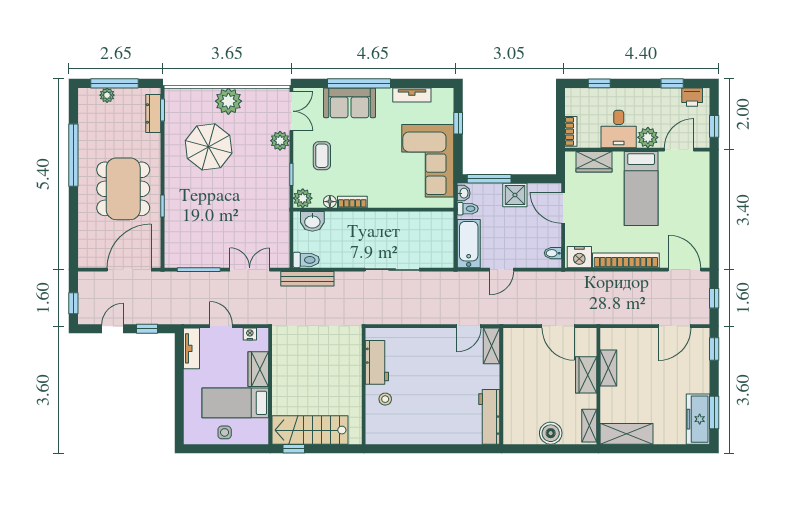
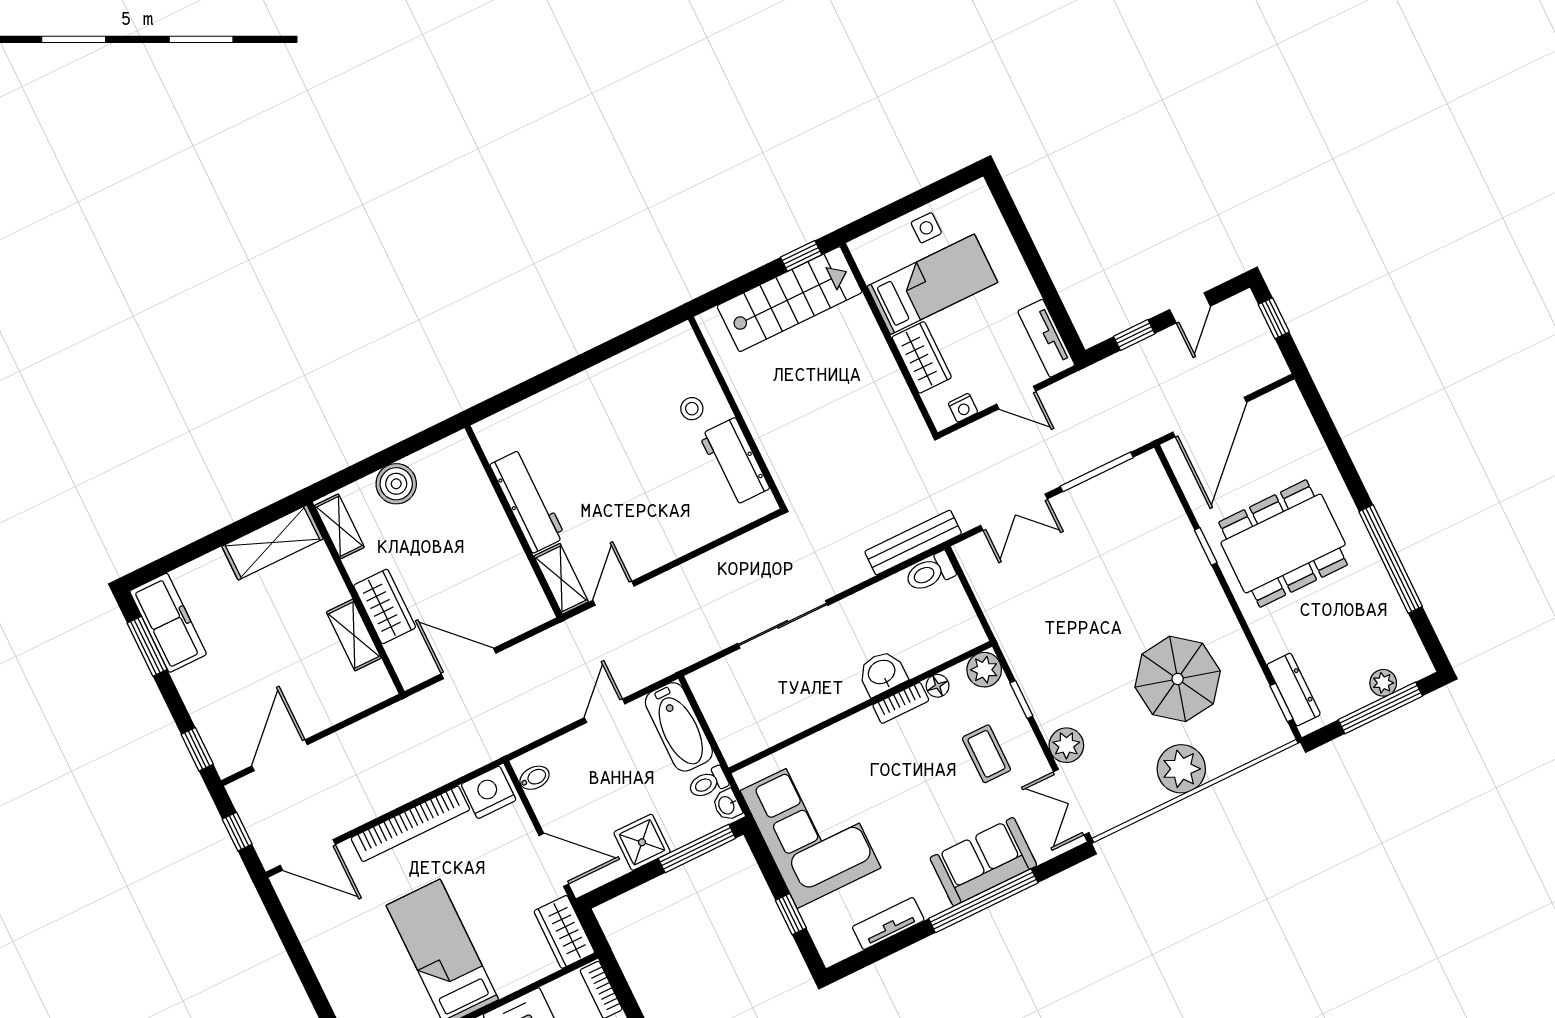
wardrobe: (594, 162) -> (564, 932), moved, turned -90
dining table: (123, 189) -> (1283, 544), turned 90
washbasin: (312, 221) -> (882, 673), moved
workbench: (489, 417) -> (528, 501), moved

